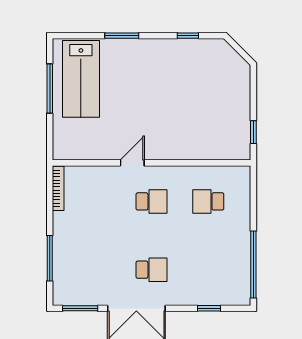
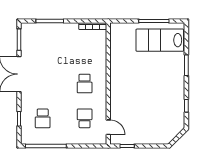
door: (132, 163) -> (108, 127), moved
school desk: (152, 270) -> (43, 118), moved

